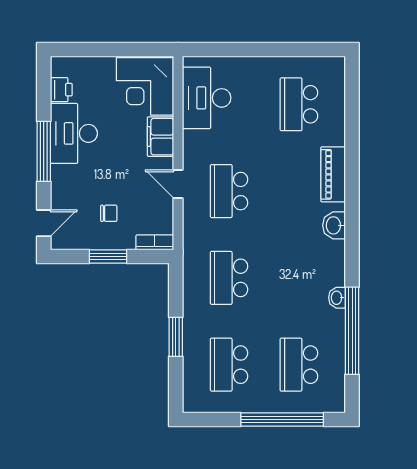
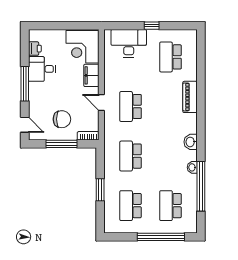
window: (266, 49) -> (152, 26), added
desk: (207, 98) -> (129, 43), moved, turned 90
desk: (74, 133) -> (42, 69), width x0.73
chair: (109, 213) -> (62, 119), width x1.87, depth x1.87
door: (44, 223) -> (25, 125), hinge flipped
washbasin: (334, 225) -> (191, 142), moved
window: (108, 256) -> (61, 144), width x1.44

